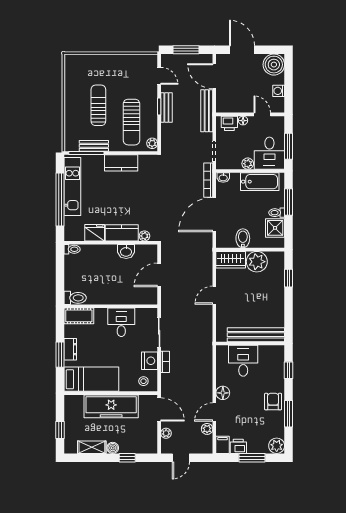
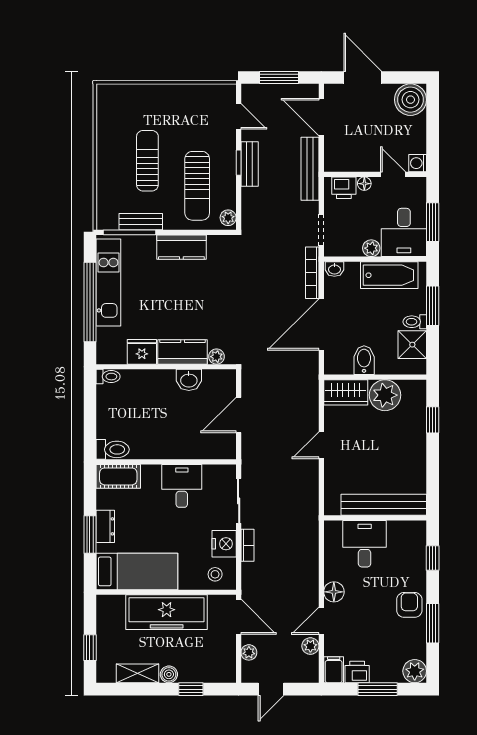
washing machine: (279, 91) -> (418, 163), moved

